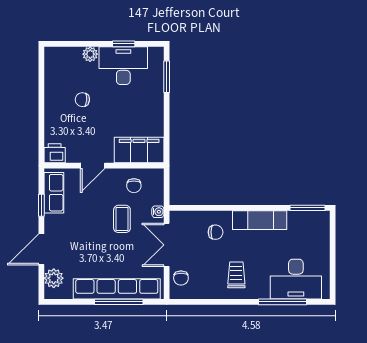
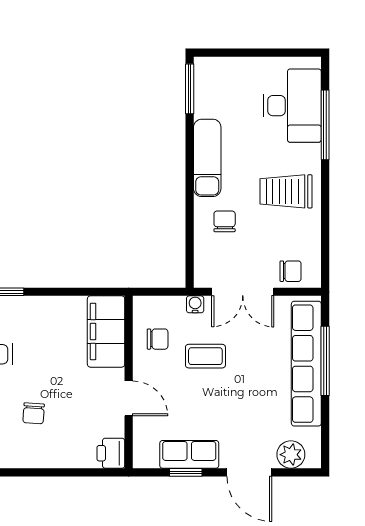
row of seats: (54, 193) -> (189, 454), moved
trolley: (236, 275) -> (286, 191), width x1.36, depth x1.39

